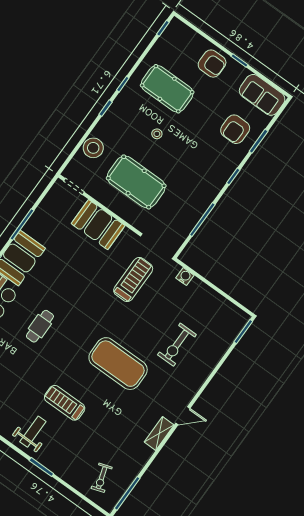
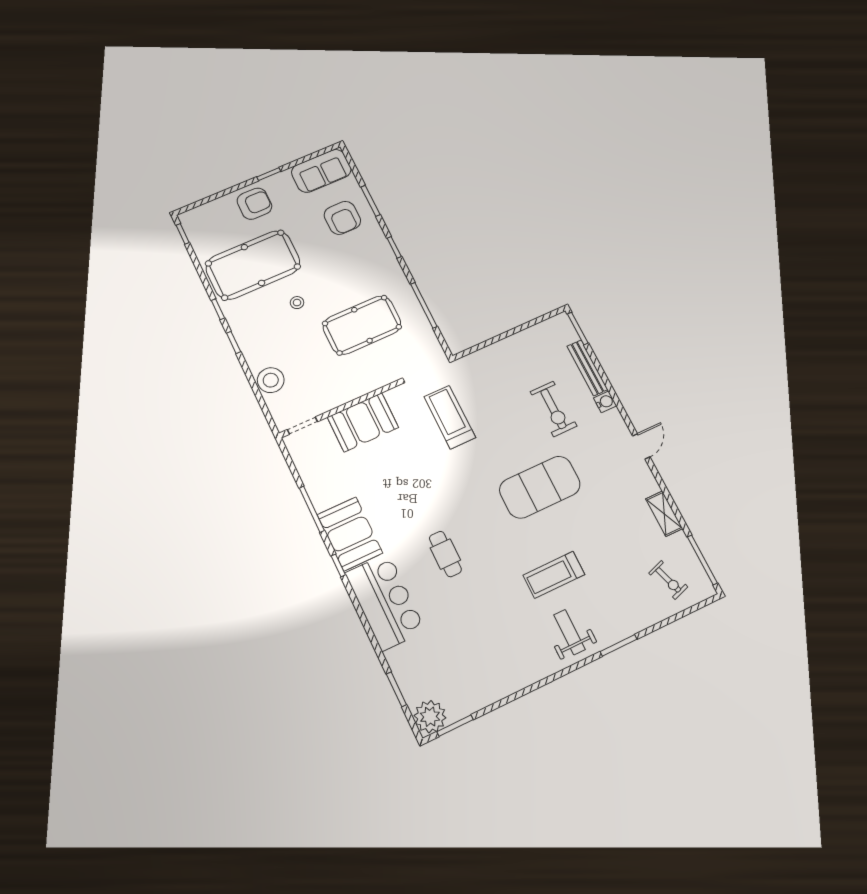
pool table: (167, 89) -> (253, 265), width x1.36, depth x1.32
pool table: (136, 182) -> (362, 325), moved
water cooler: (185, 277) -> (605, 402), moved, turned 90
bench: (219, 352) -> (587, 368), added
shelving: (159, 433) -> (664, 514), moved

